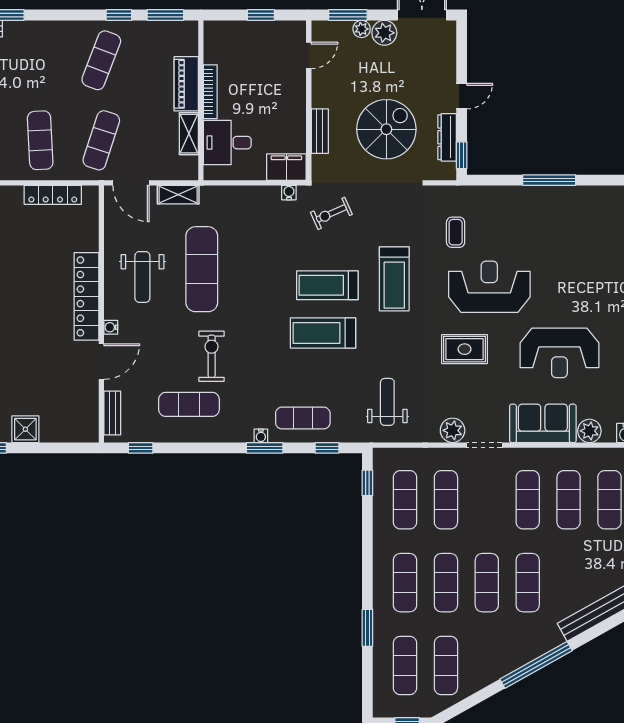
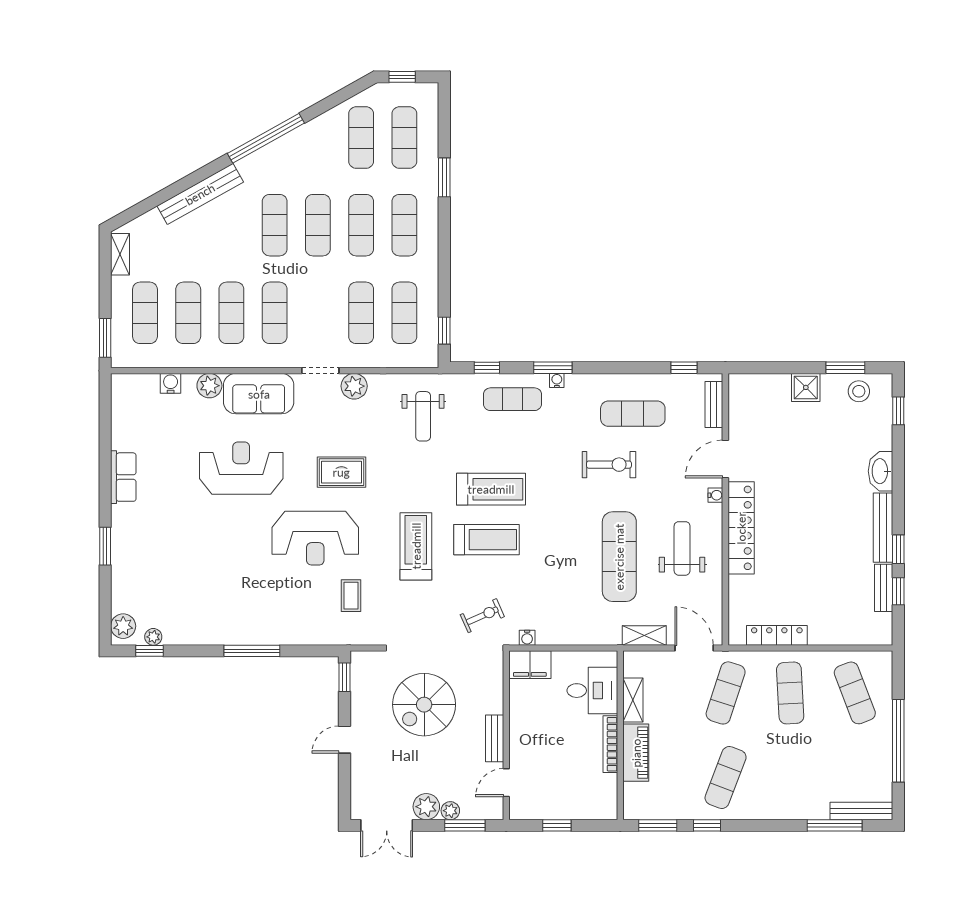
bench: (320, 131) -> (495, 738), moved
dresser: (447, 137) -> (360, 696), removed
exercise bike: (212, 356) -> (609, 465), turned -90

